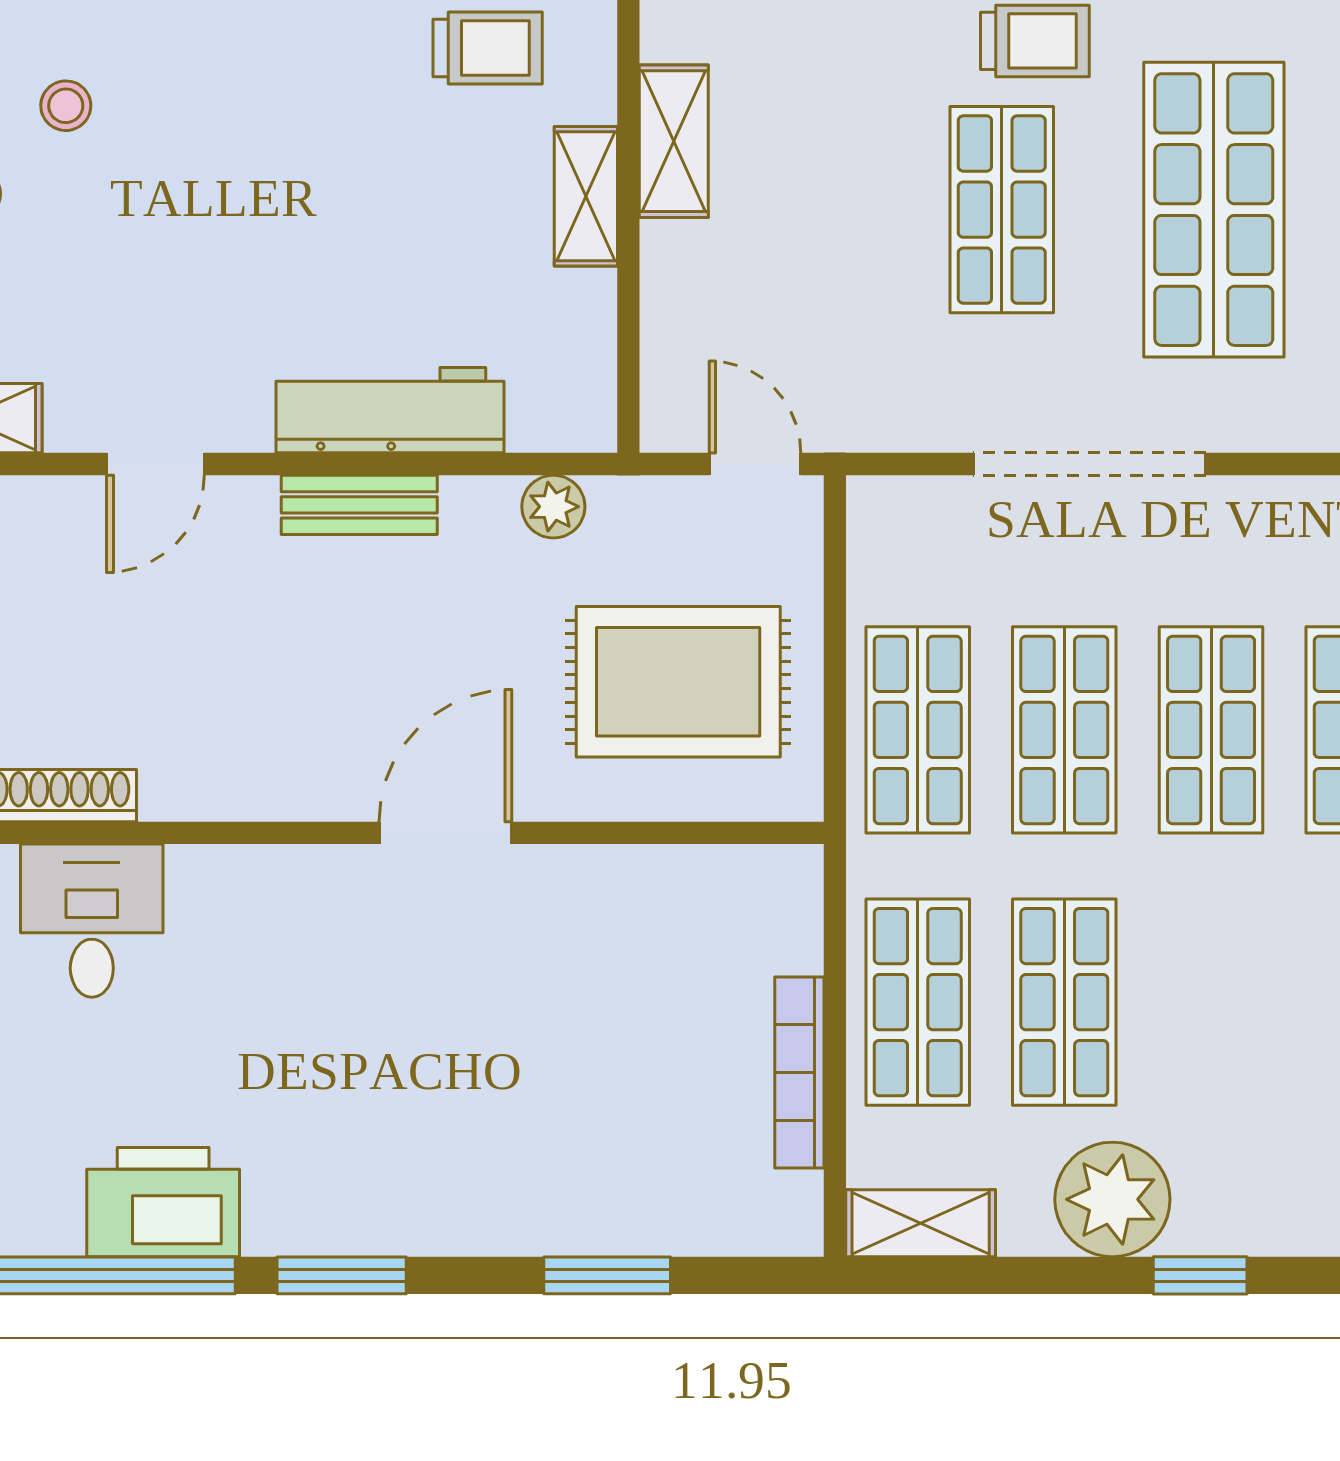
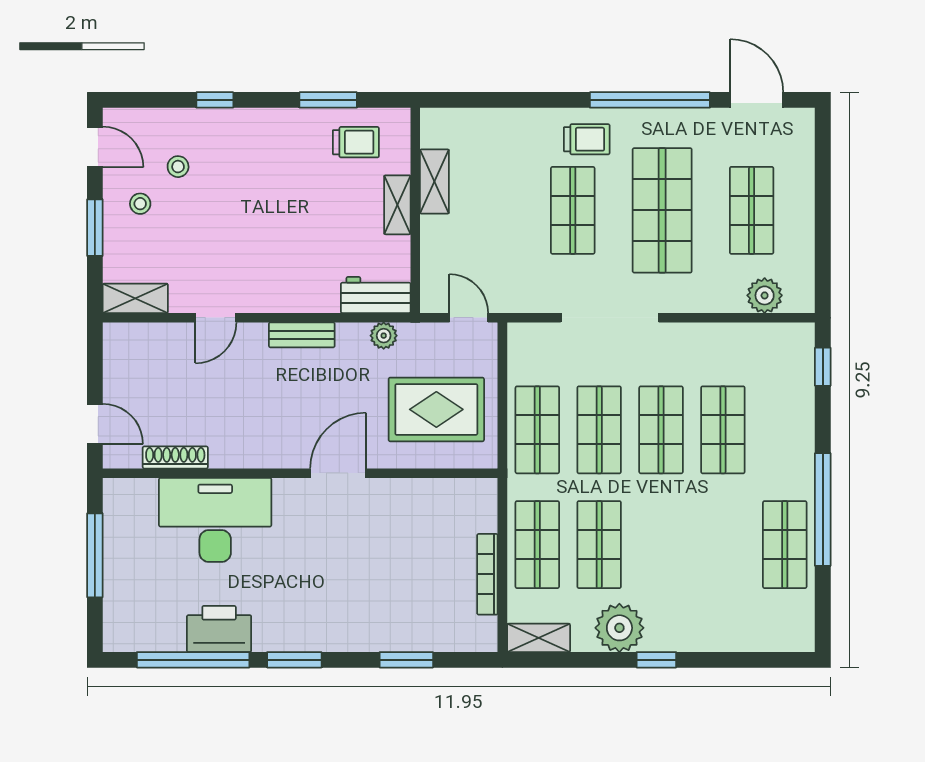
workbench: (390, 410) -> (376, 295), moved, width x0.73
desk: (92, 921) -> (215, 520), width x1.87, depth x1.30

